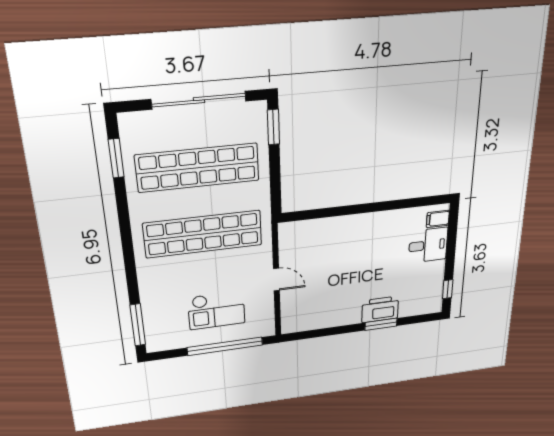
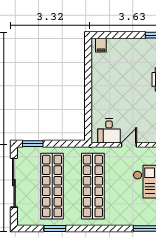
window: (116, 158) -> (55, 228), moved
desk: (428, 245) -> (109, 131), moved, turned 180

